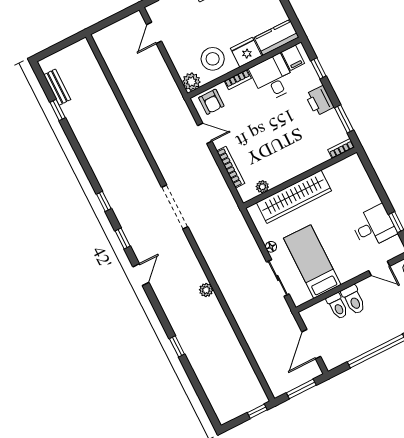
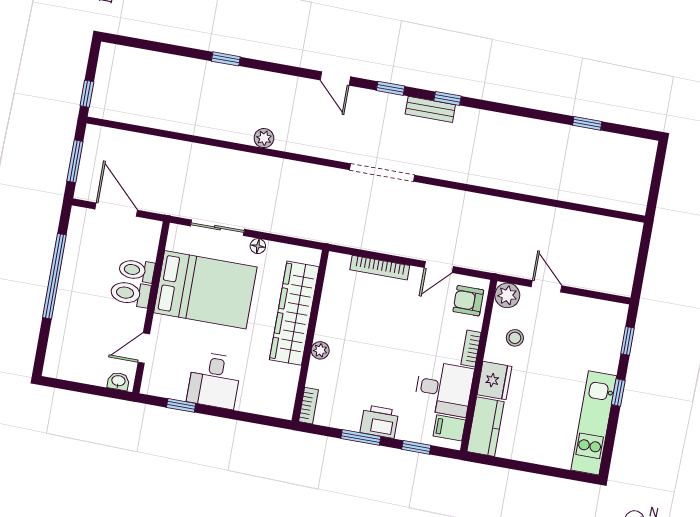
door: (154, 33) -> (546, 286), moved
stool: (213, 59) -> (515, 338), width x0.53, depth x0.53
bench: (57, 87) -> (430, 109), moved
window: (344, 119) -> (361, 437), moved
plant: (262, 187) -> (320, 350), moved
desk: (374, 227) -> (214, 380), moved
bed: (312, 262) -> (205, 290), width x1.50

